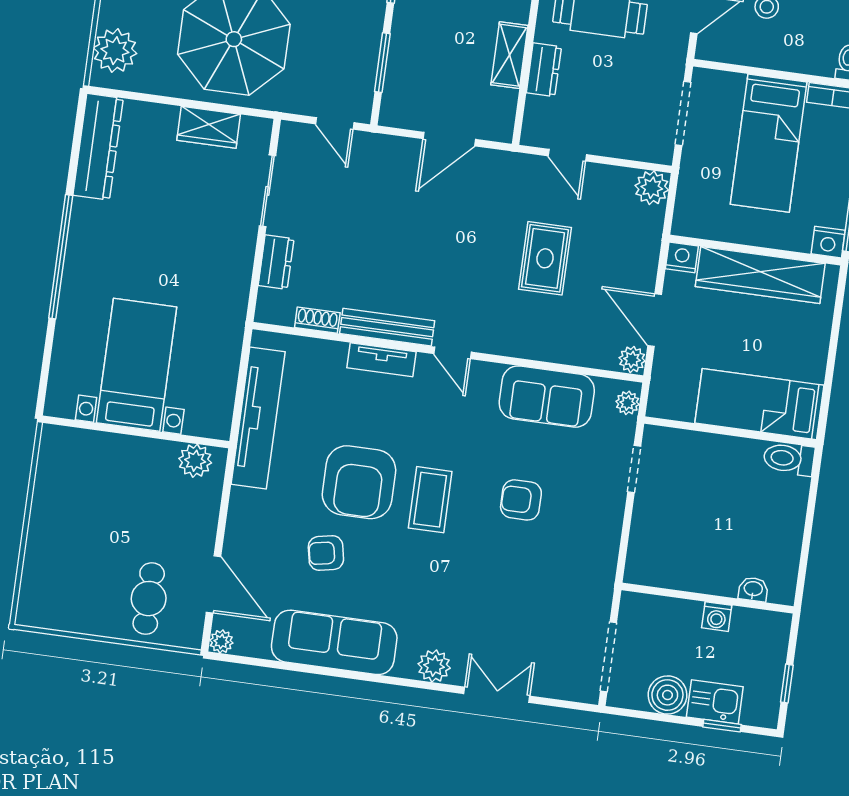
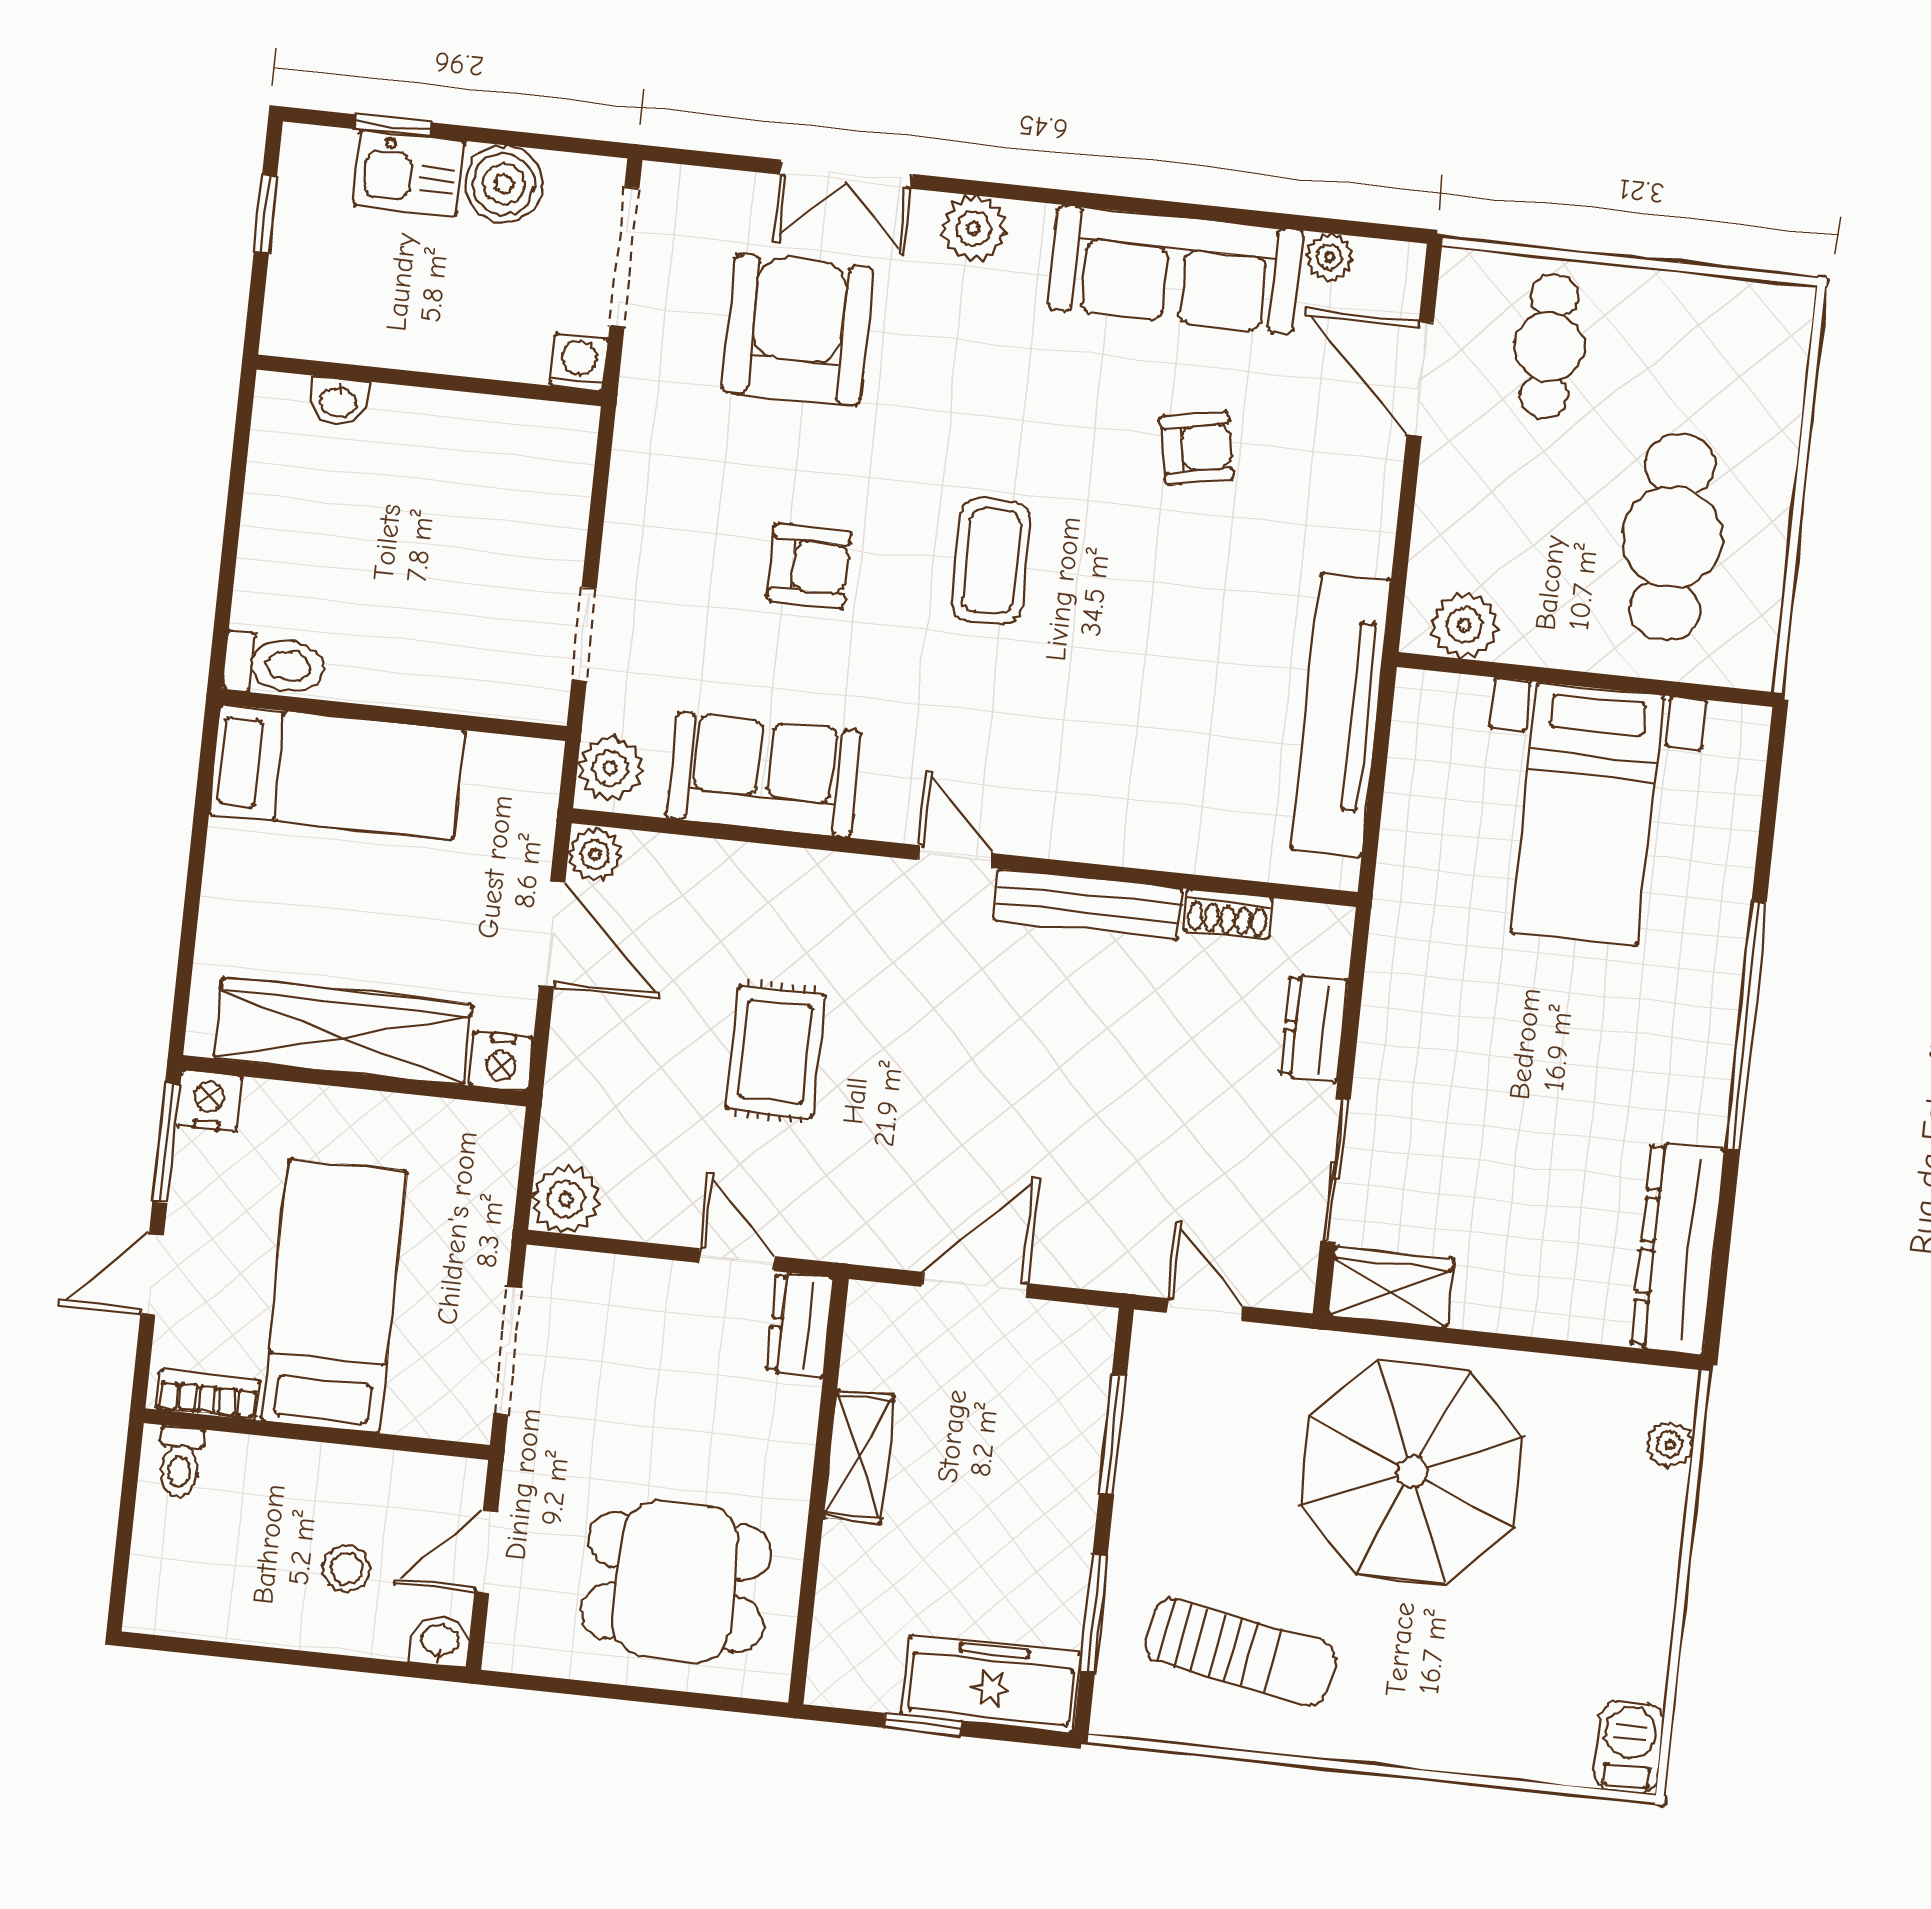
plant: (115, 51) -> (1670, 1444), width x0.53, depth x0.53
dresser: (544, 70) -> (800, 1325), moved
wardrobe: (209, 127) -> (1391, 1287), moved
tv unit: (382, 360) -> (1097, 839), removed
plant: (628, 403) -> (610, 768), width x1.38, depth x1.38
armchair: (359, 482) -> (798, 330), moved
cafe table: (90, 502) -> (1672, 537), added
washing machine: (717, 617) -> (579, 362), moved
plant: (221, 641) -> (1329, 257), moved

